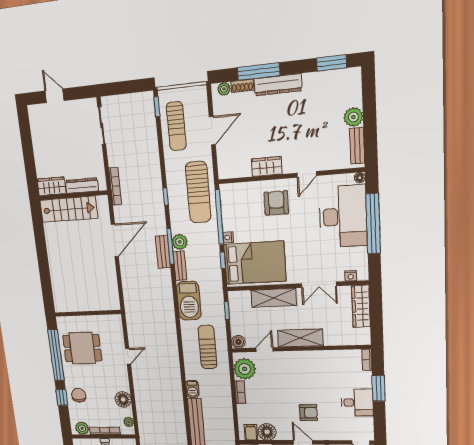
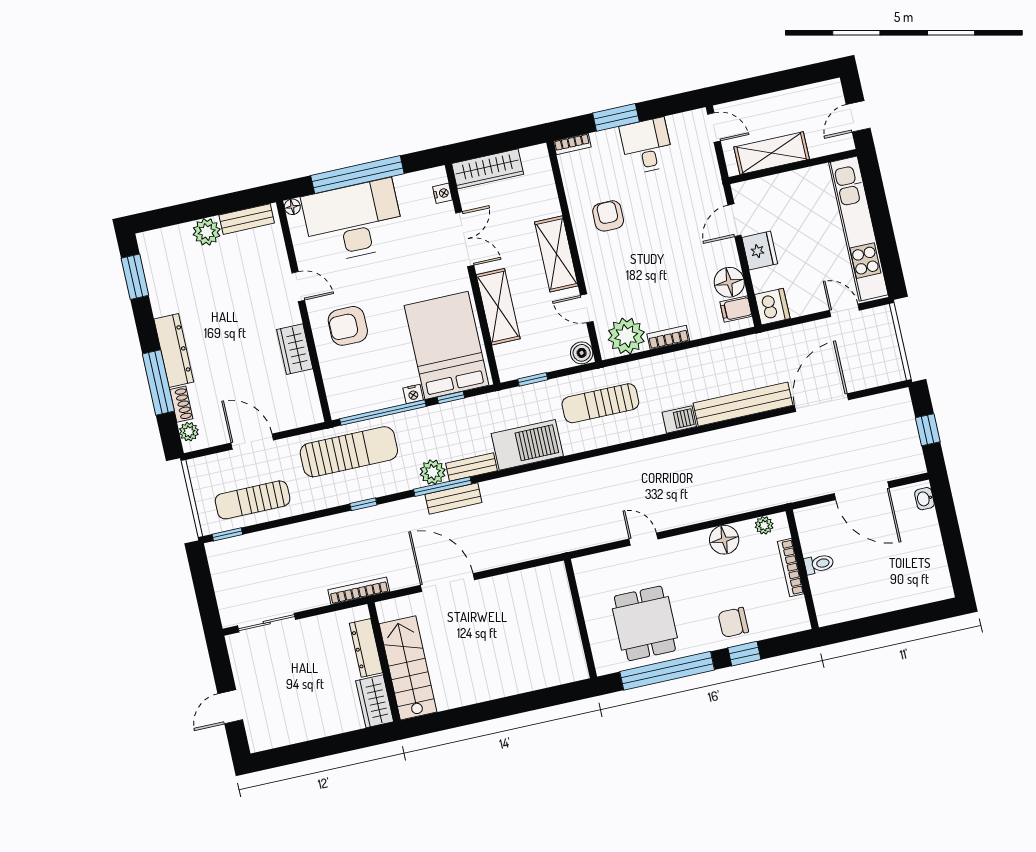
sun lounger: (176, 126) -> (253, 500), turned 180
armchair: (308, 413) -> (608, 216), moved
plant: (82, 428) -> (795, 611), removed

